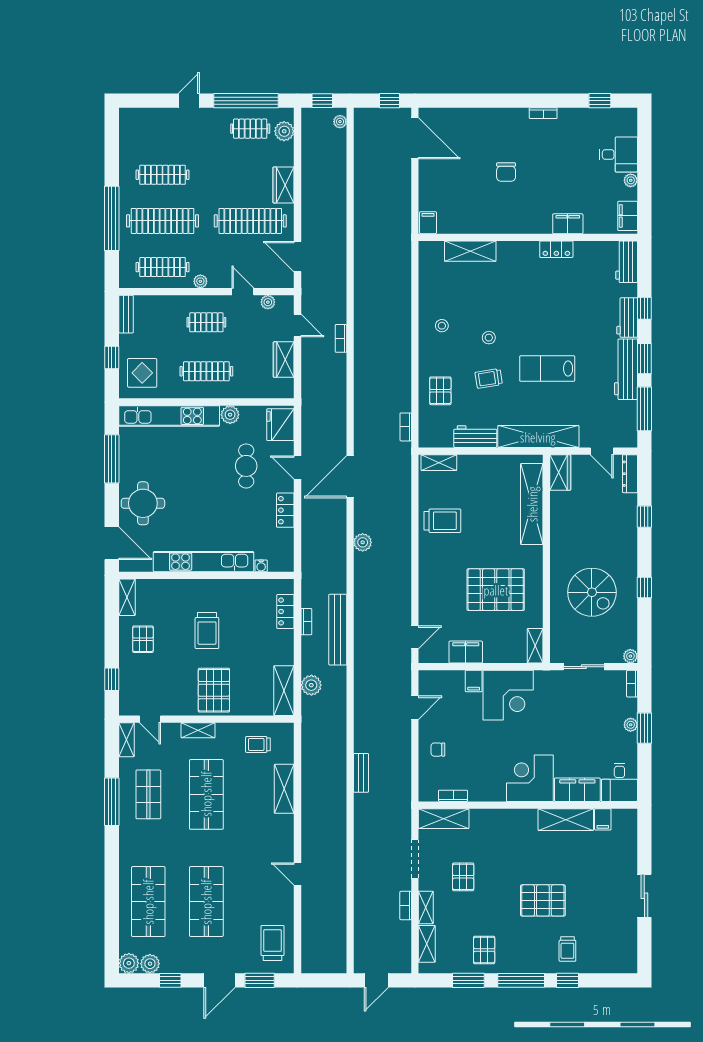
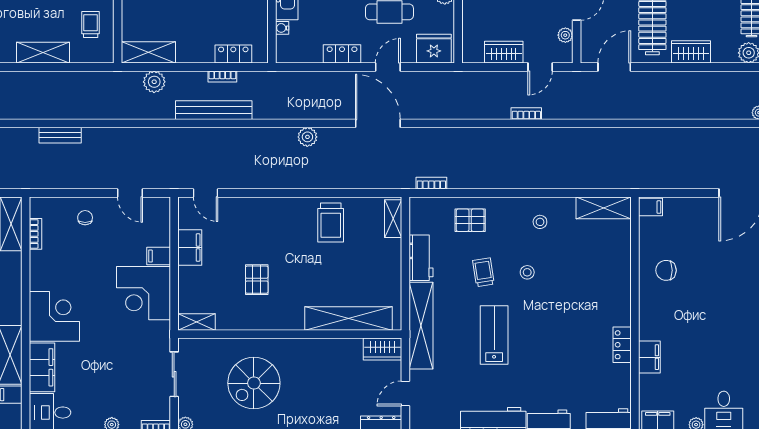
chair: (506, 172) -> (666, 270), moved
shelving: (470, 251) -> (604, 208), moved, turned 90
pallet: (496, 590) -> (257, 280), width x0.49, depth x0.50

